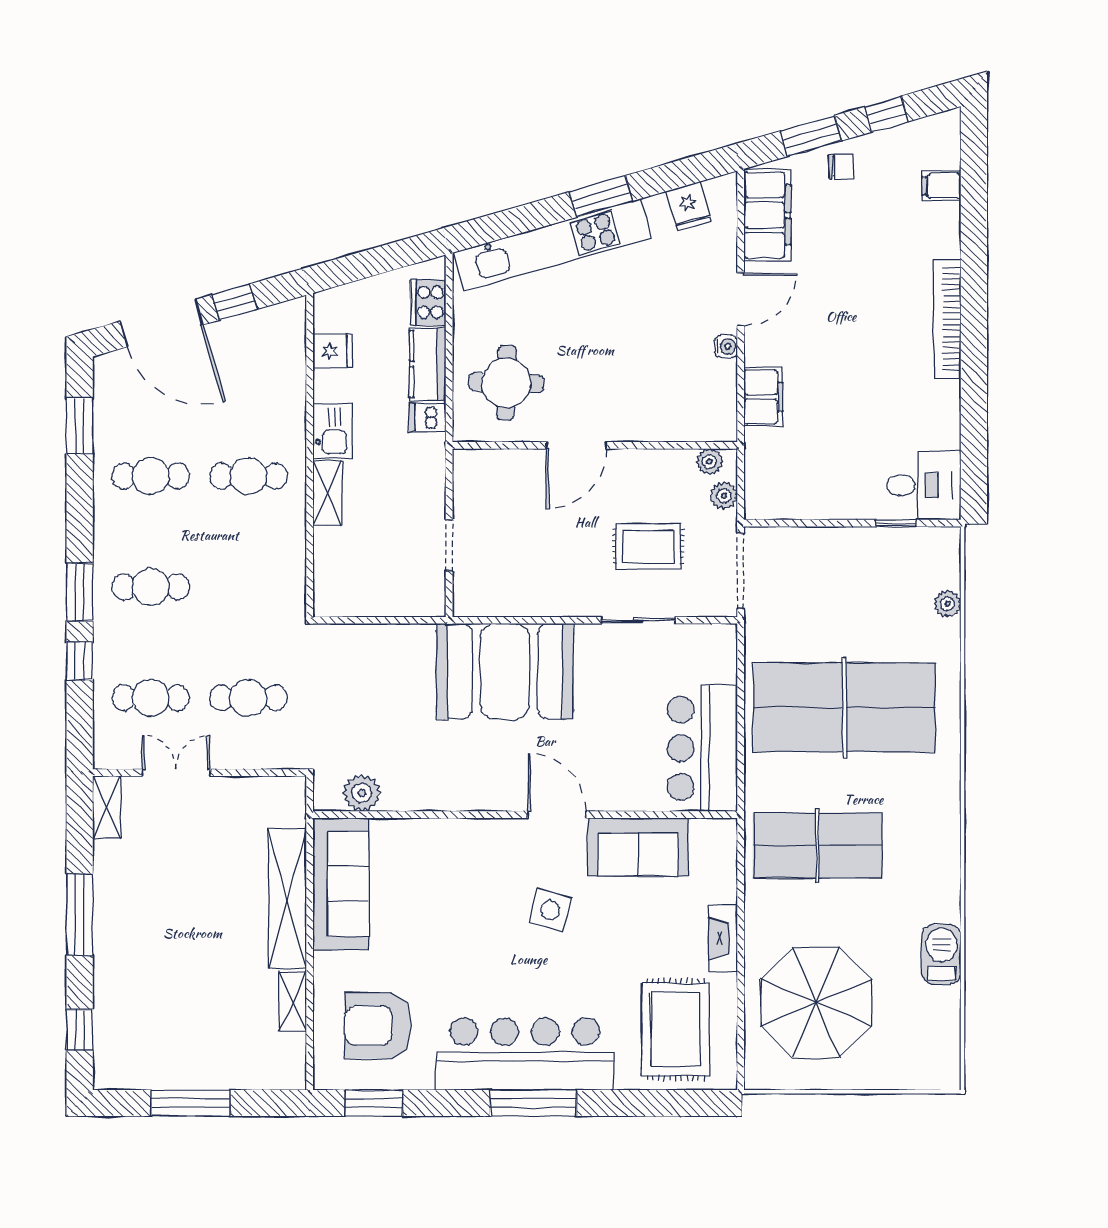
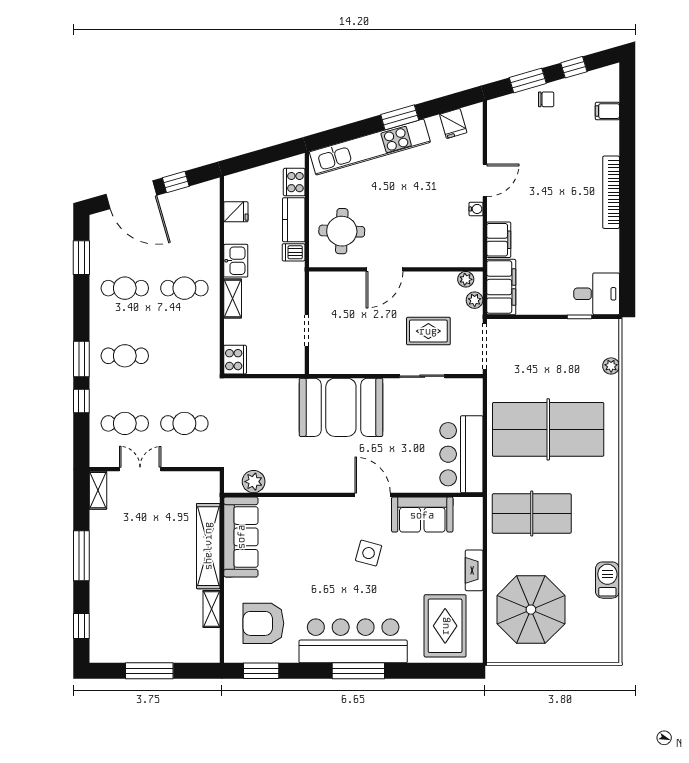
filing cabinet: (767, 215) -> (501, 287), moved
cooker: (331, 593) -> (235, 360), added

